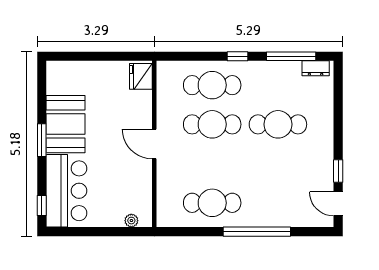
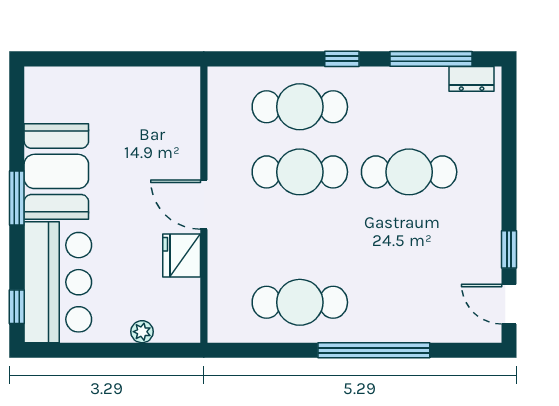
fridge: (141, 76) -> (182, 255), moved
plant: (131, 221) -> (142, 332), moved

